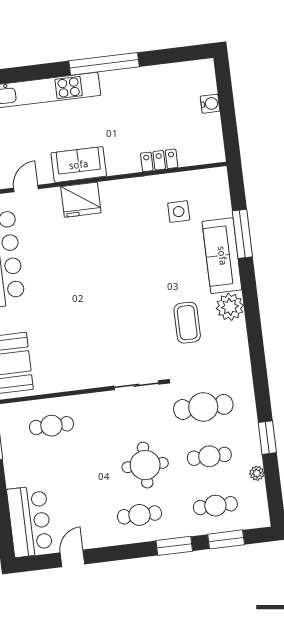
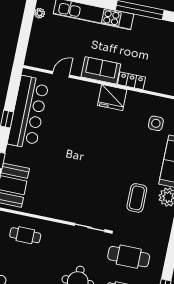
locker: (159, 160) -> (131, 81), moved
fridge: (81, 200) -> (112, 98), moved

